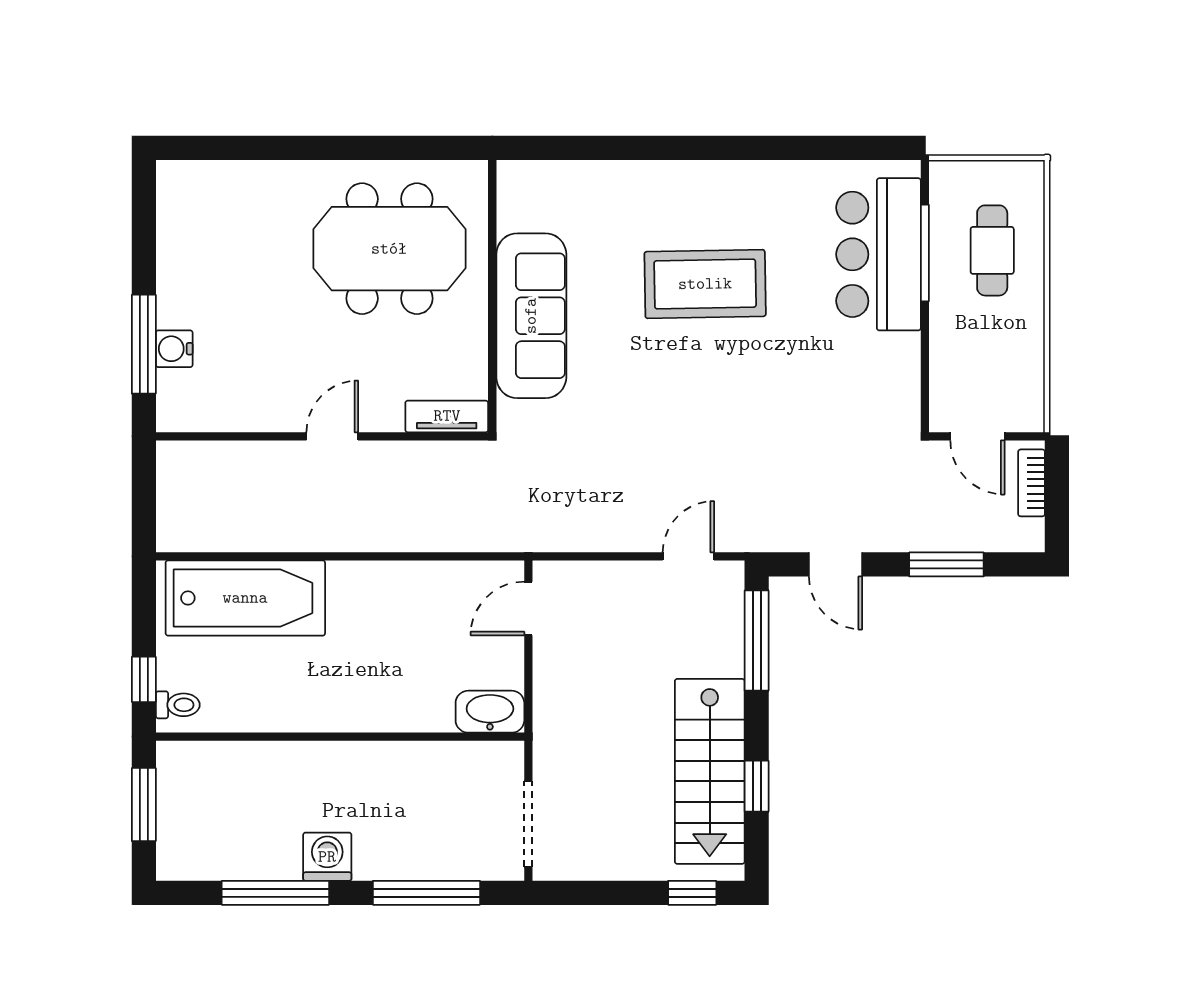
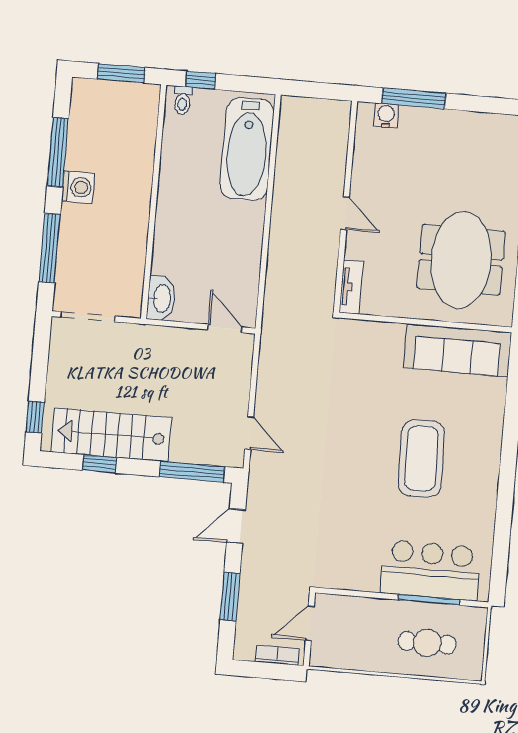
sofa: (531, 316) -> (457, 350), moved
water cooler: (174, 349) -> (386, 115), moved

